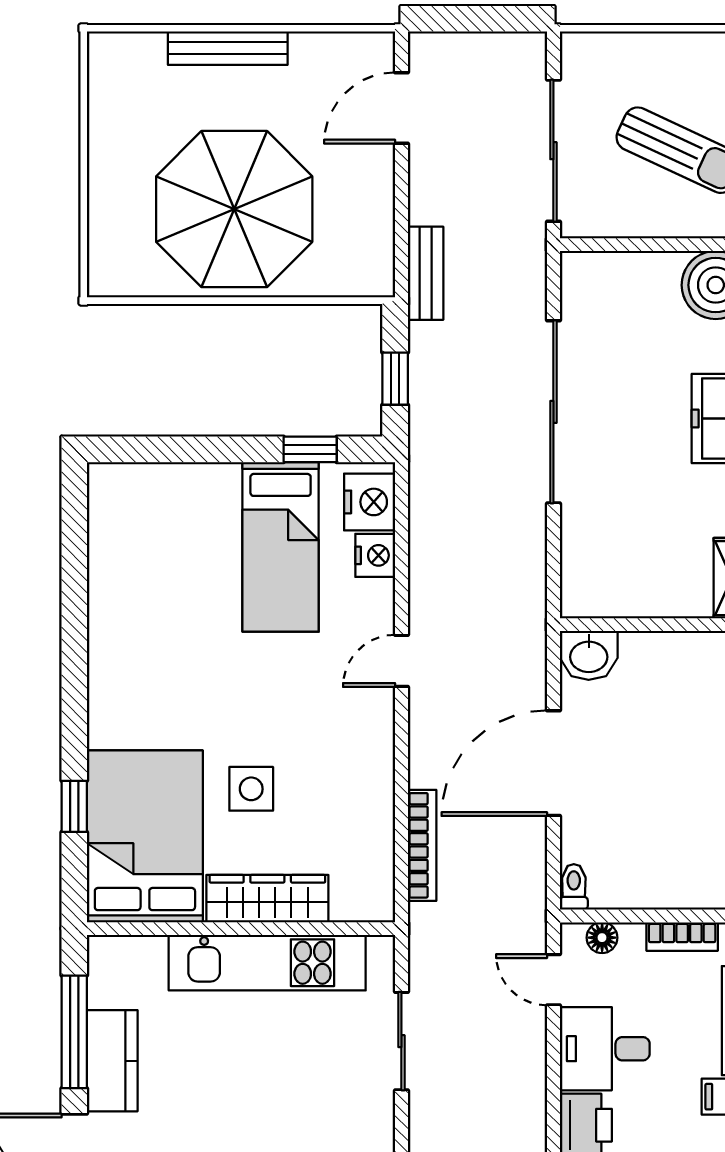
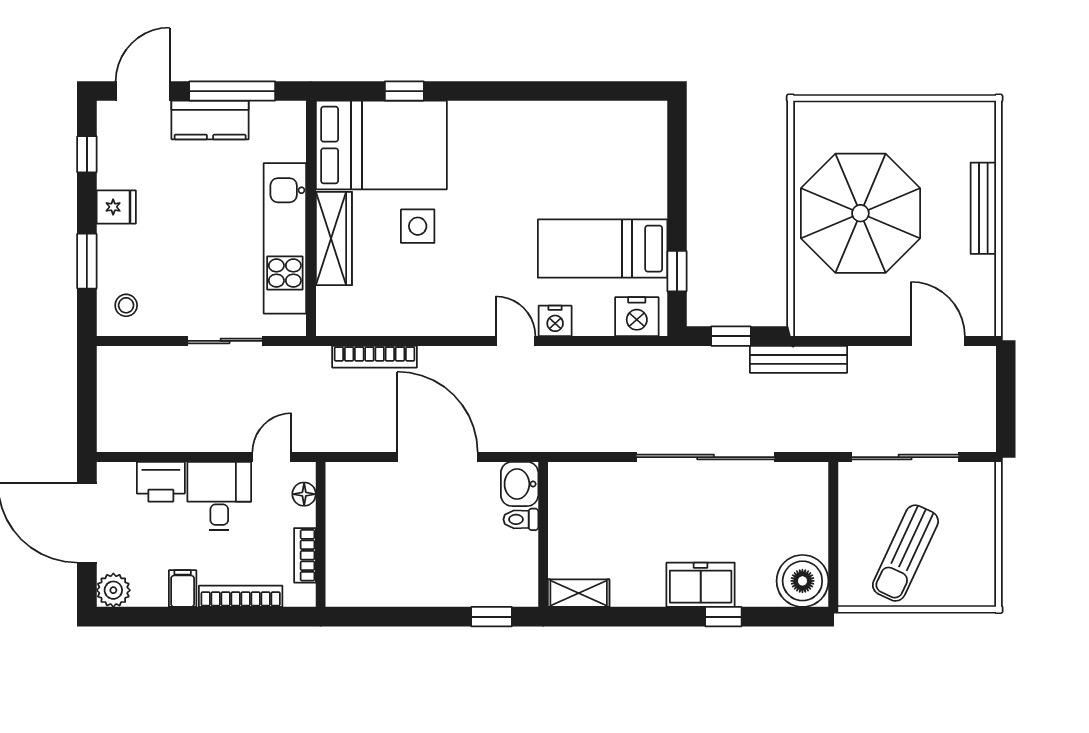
bench: (426, 273) -> (799, 359), width x1.36
nightstand: (375, 555) -> (555, 321), moved
toilet: (574, 887) -> (521, 519), moved, turned 180

